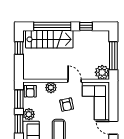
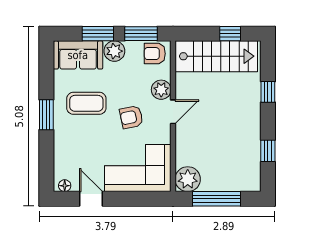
window: (52, 26) -> (268, 92), width x0.32
stairs: (49, 39) -> (216, 56), moved, turned -90
door: (74, 81) -> (173, 112), moved
door: (113, 128) -> (91, 199), hinge flipped

